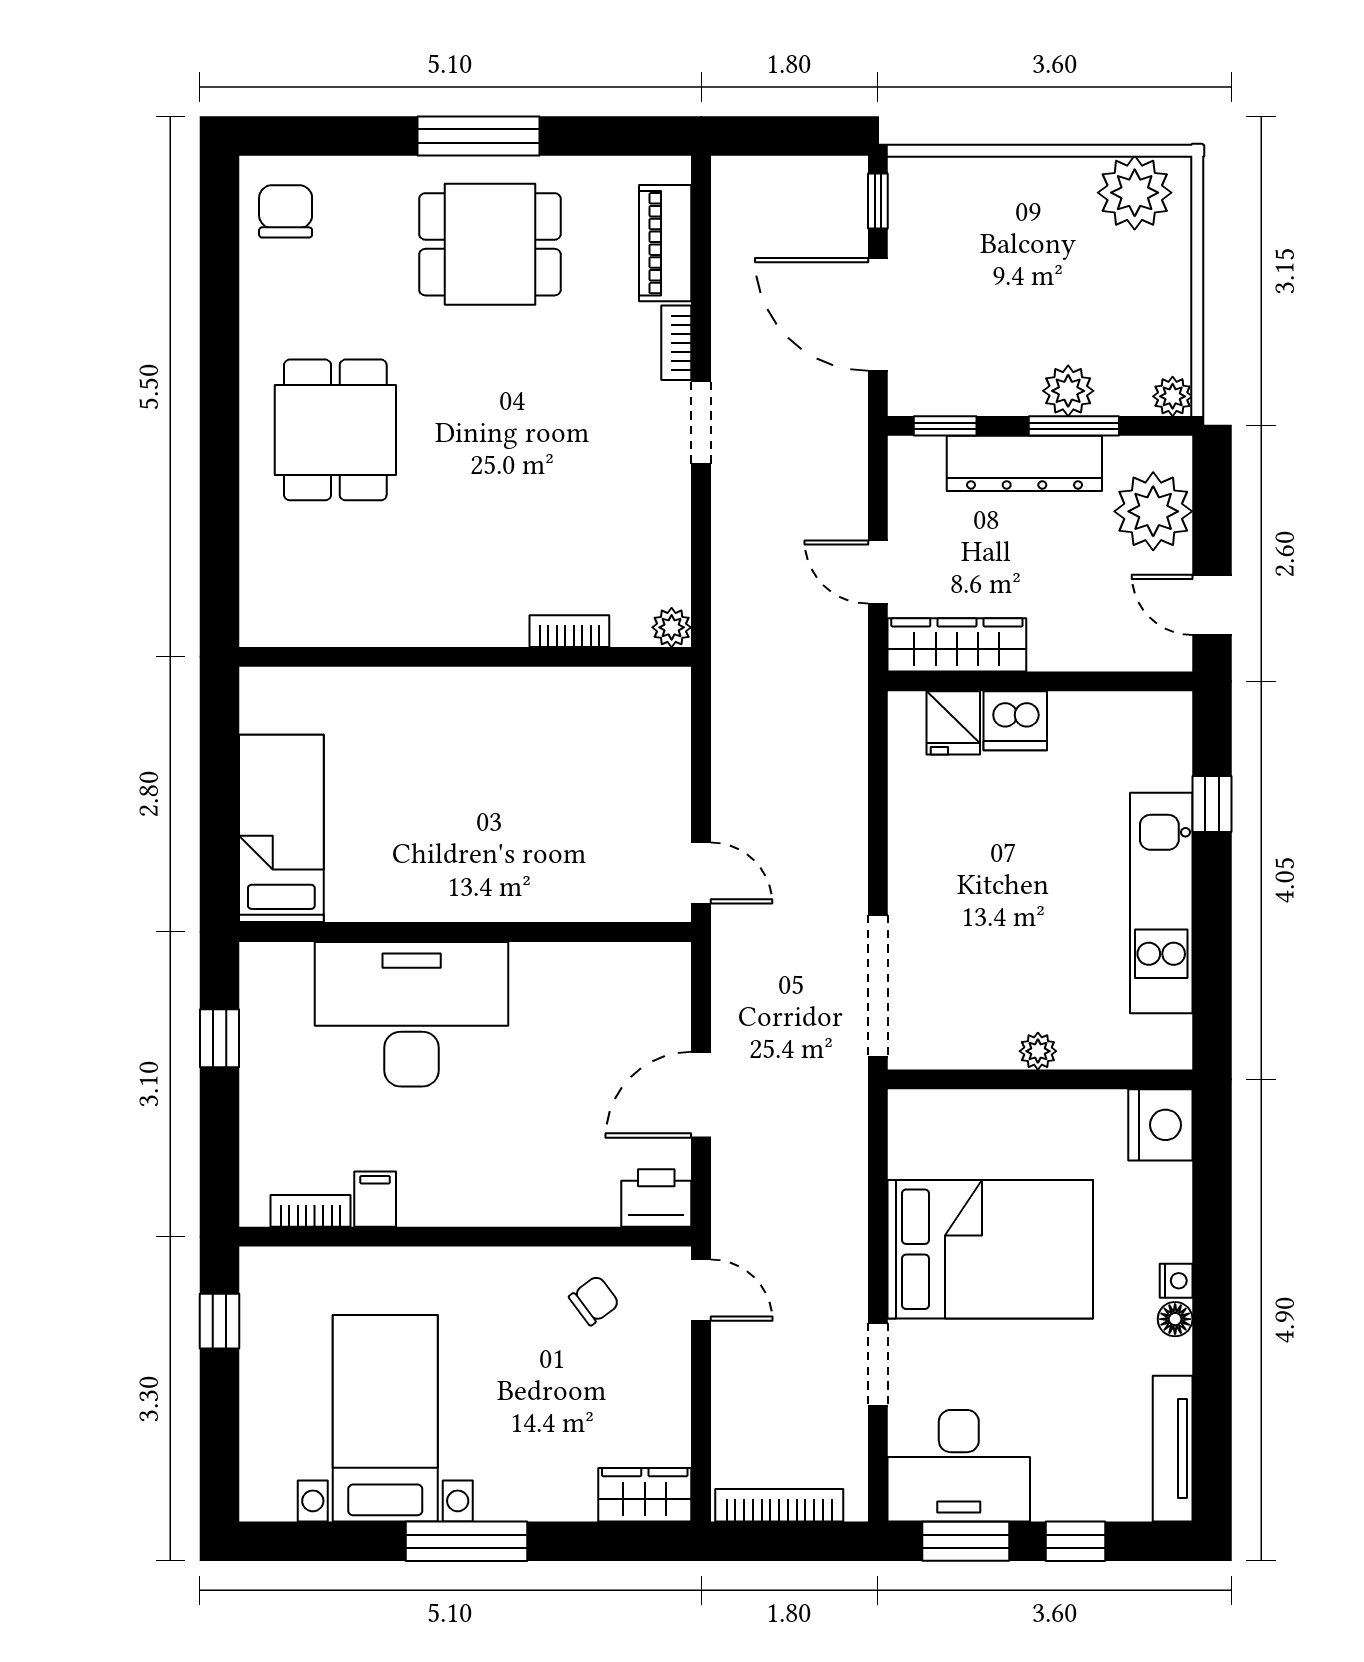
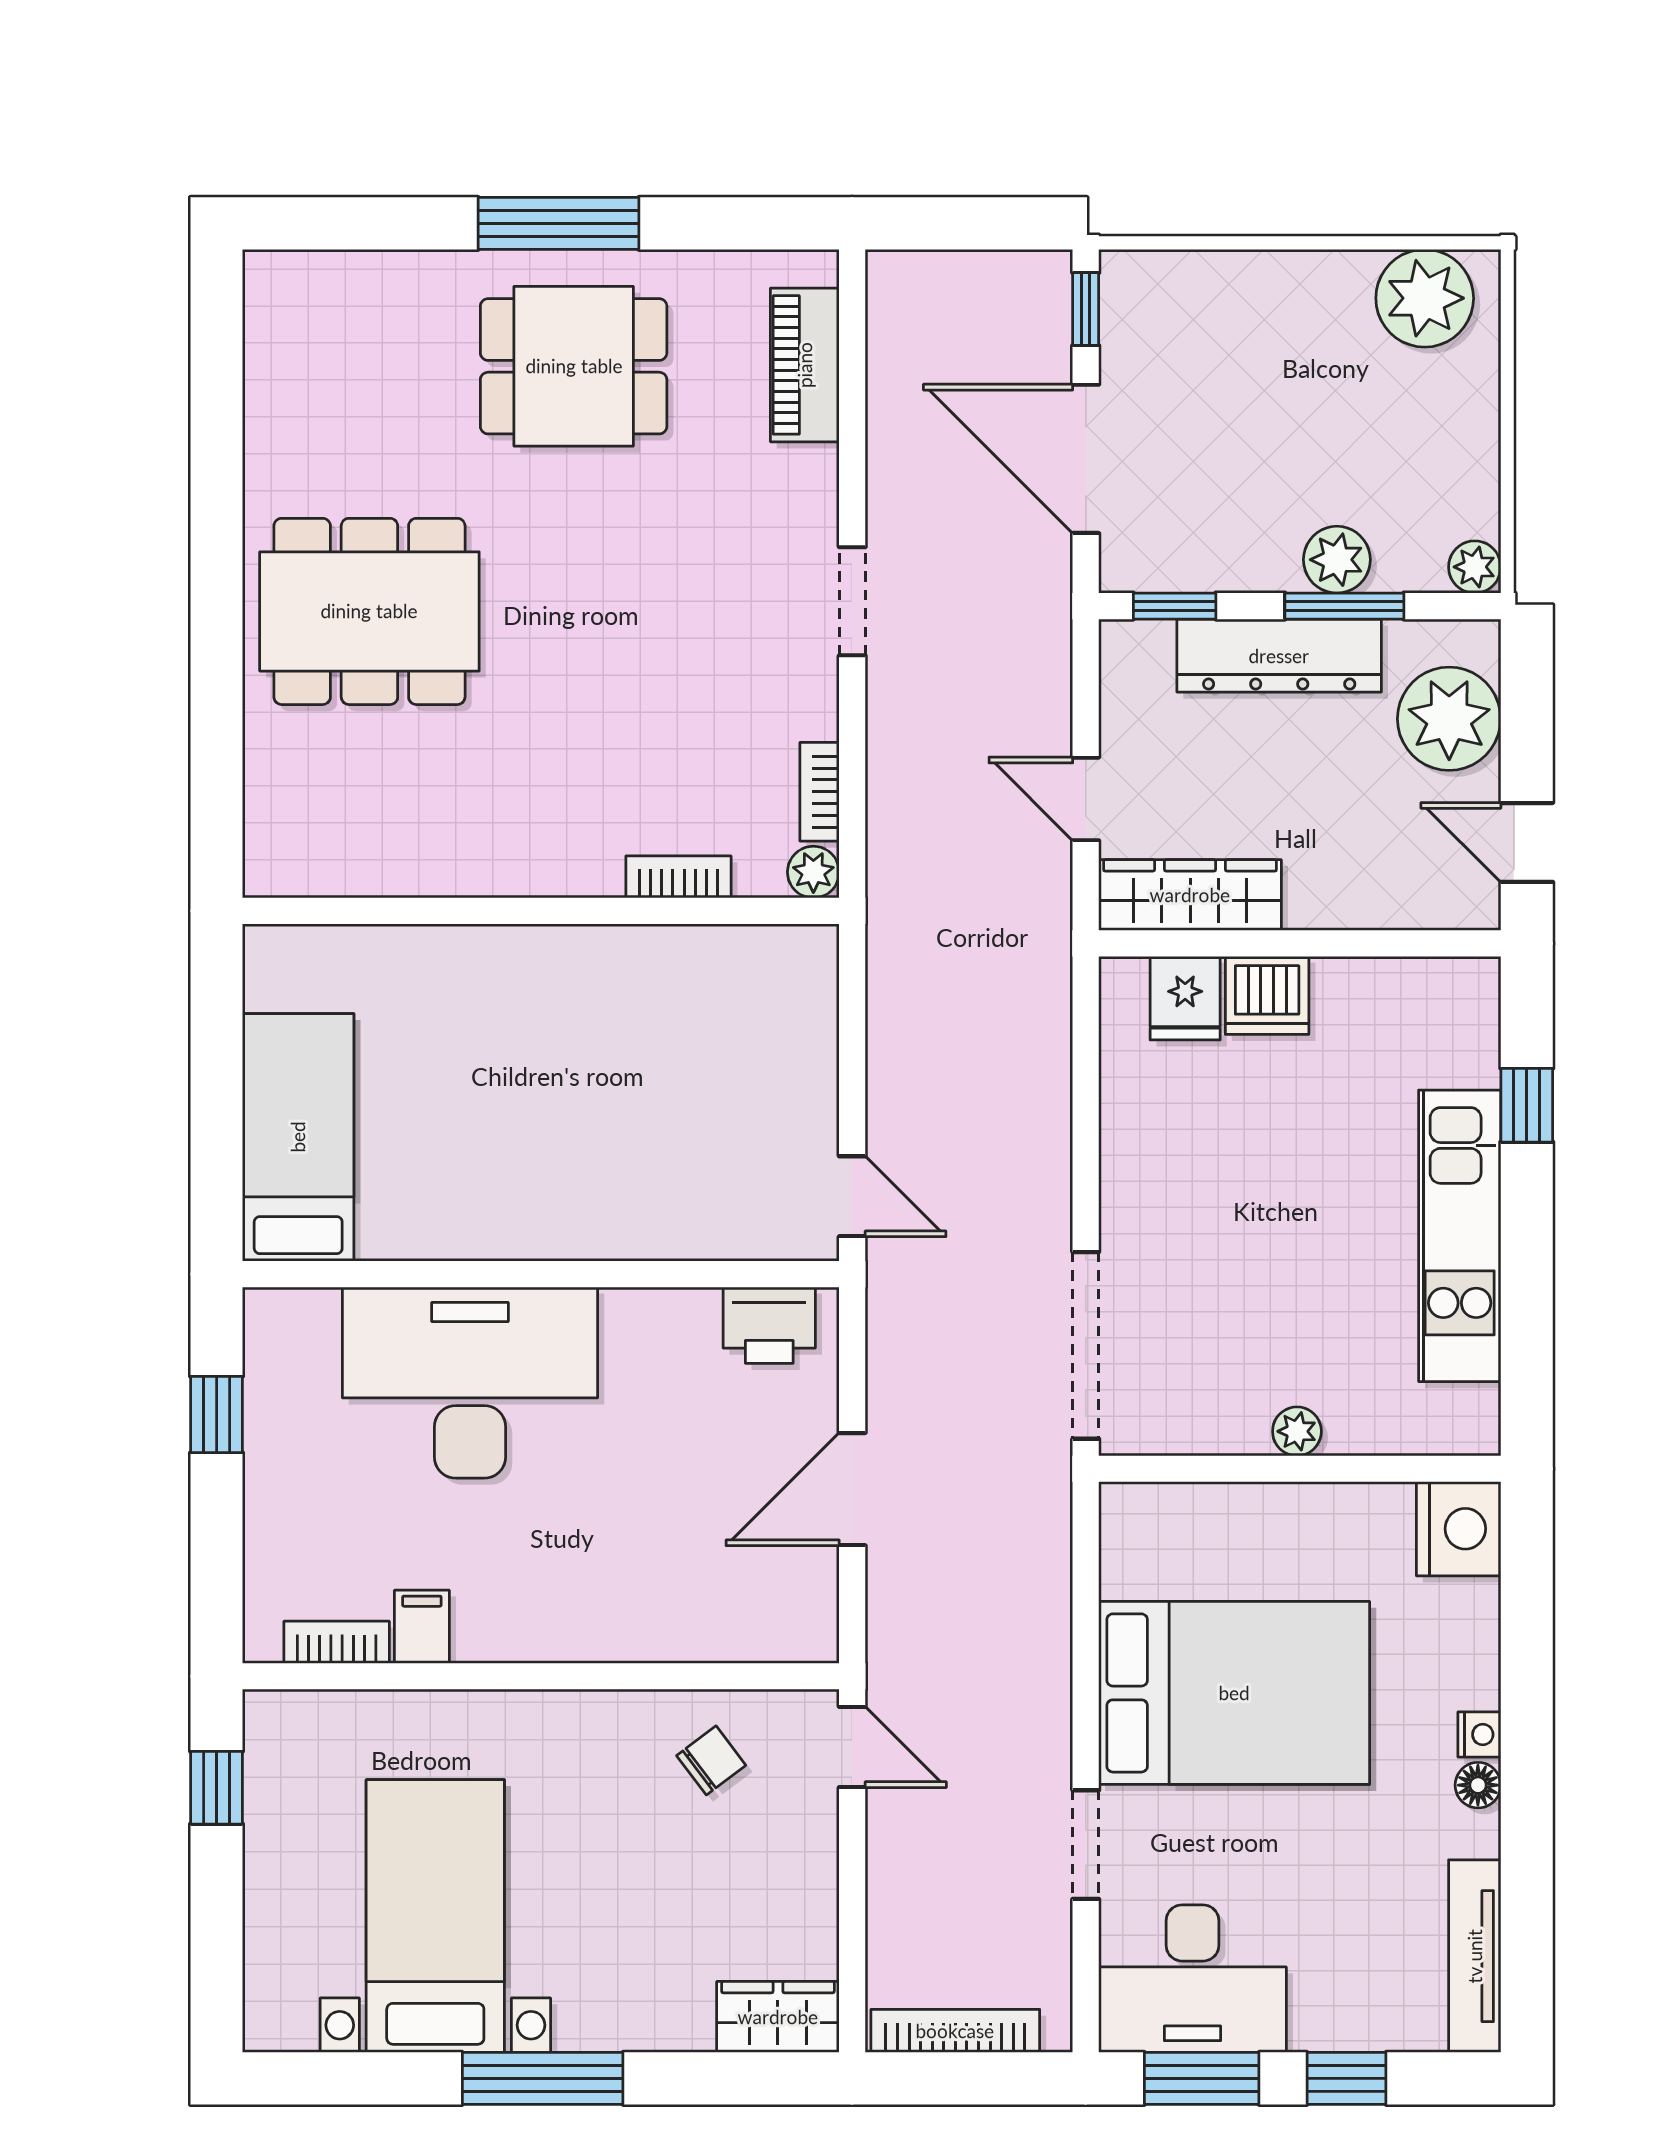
chair: (286, 211) -> (304, 323), removed
bookcase: (676, 343) -> (819, 792), moved
dining table: (335, 430) -> (369, 611), width x1.38
printer: (656, 1198) -> (769, 1325), moved, turned 180

